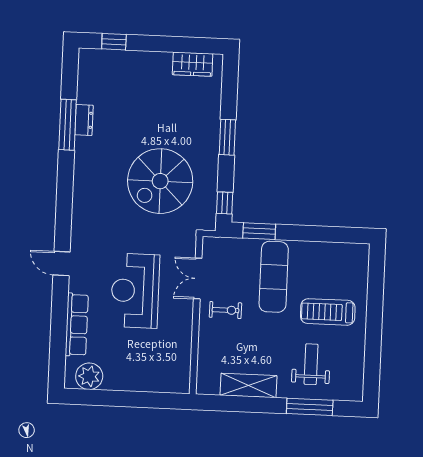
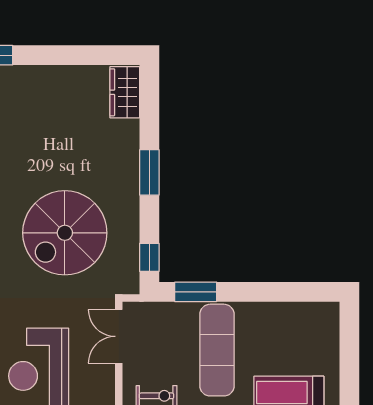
wardrobe: (193, 64) -> (125, 92), moved, turned 90
double door: (198, 279) -> (119, 336), moved

